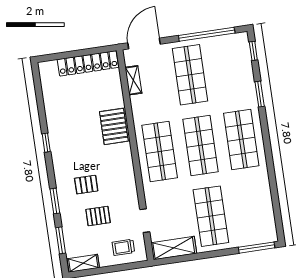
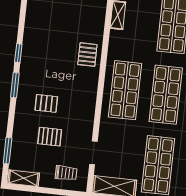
pallet: (114, 126) -> (87, 55), width x0.67, depth x0.71
window: (55, 201) -> (15, 85), moved
trolley: (123, 247) -> (66, 173), turned 180

